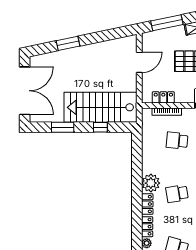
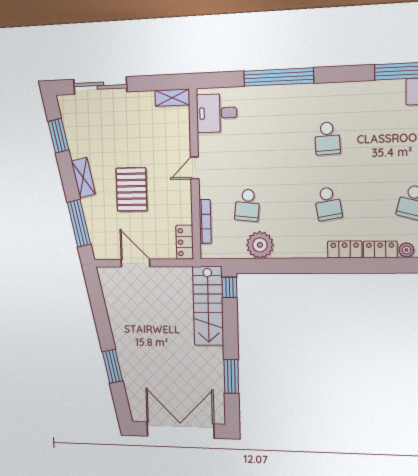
locker: (163, 97) -> (185, 242), moved
stairs: (101, 107) -> (208, 306), width x0.73, depth x0.66
window: (100, 127) -> (229, 287), moved
plant: (151, 183) -> (260, 245), moved

